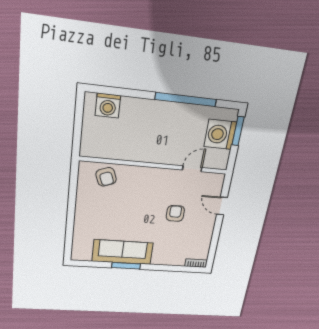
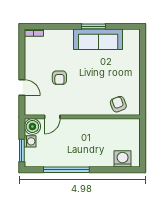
washing machine: (220, 134) -> (30, 141), width x0.53, depth x0.53
boiler: (219, 160) -> (32, 127), added

